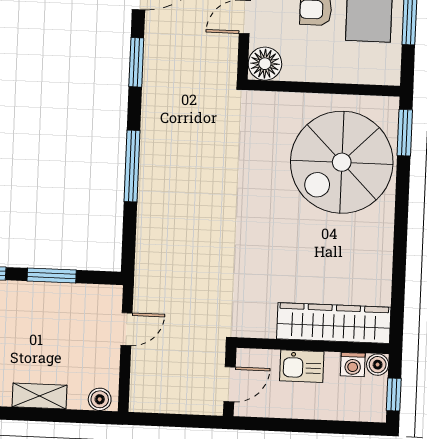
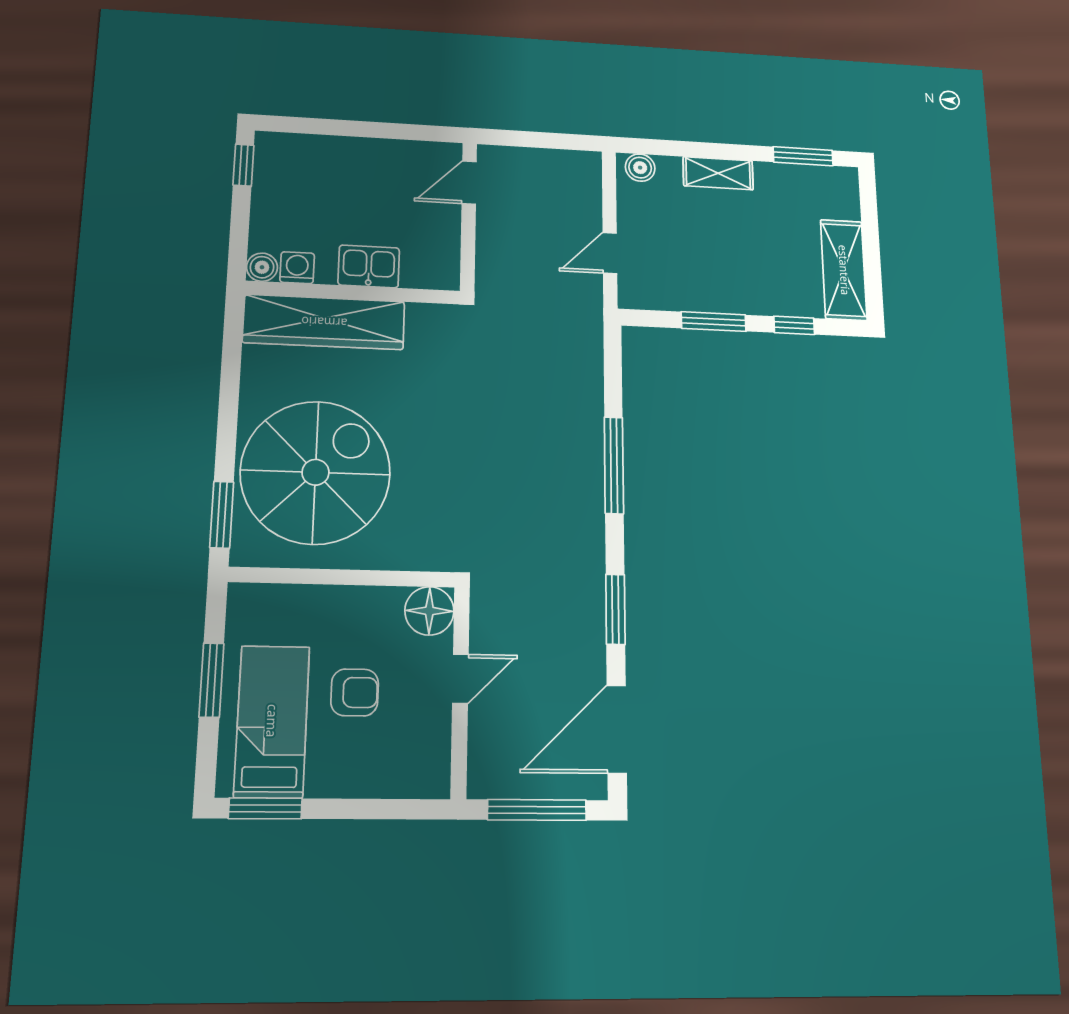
wardrobe: (334, 323) -> (324, 322), moved
wall: (313, 346) -> (353, 293), moved
washing machine: (353, 365) -> (297, 268), moved
boiler: (378, 365) -> (262, 267), moved
kitchen sink: (302, 366) -> (369, 266), moved

